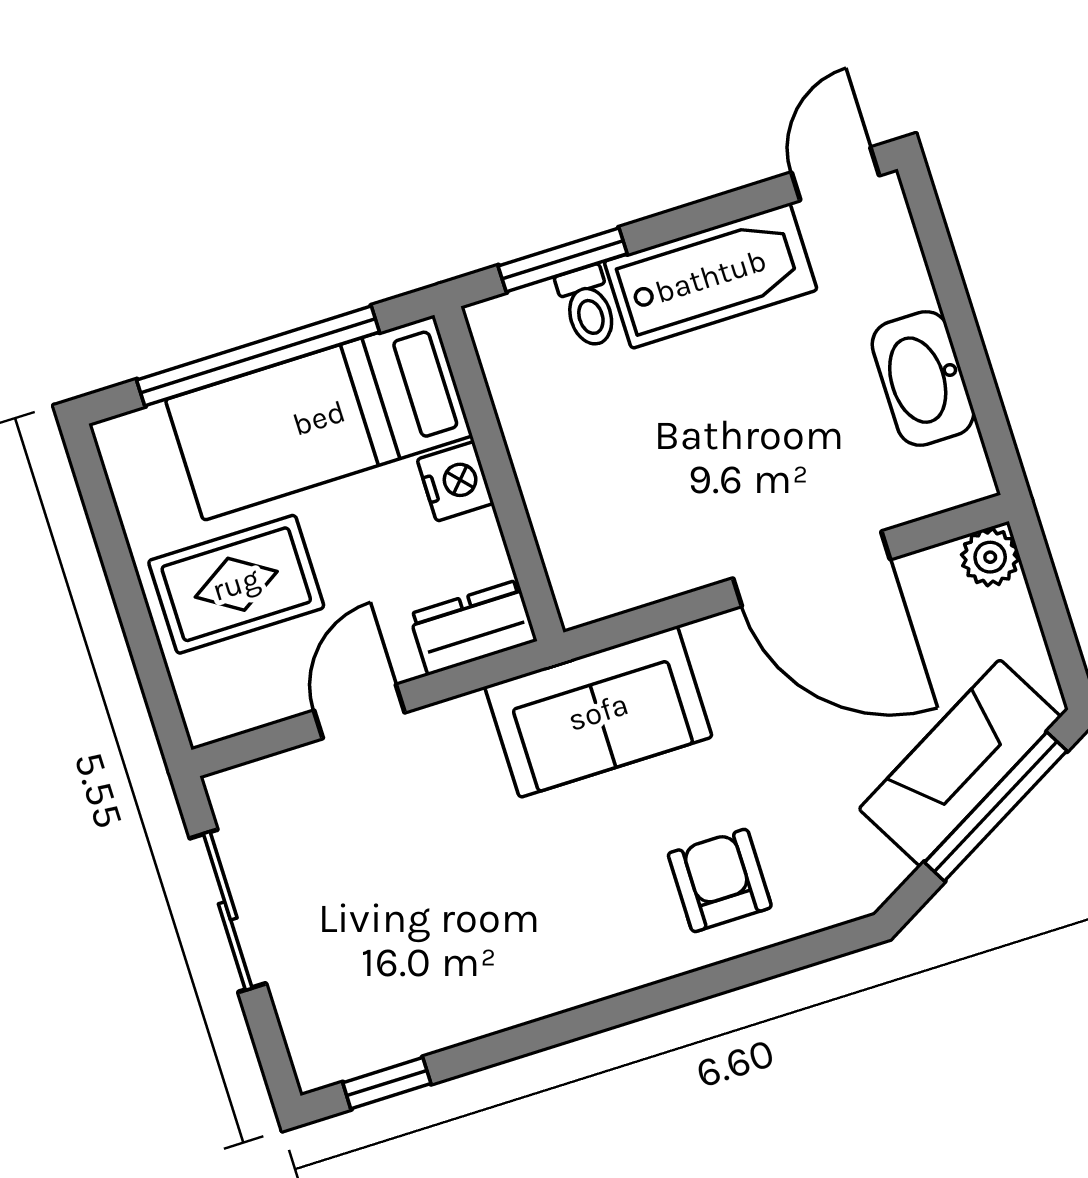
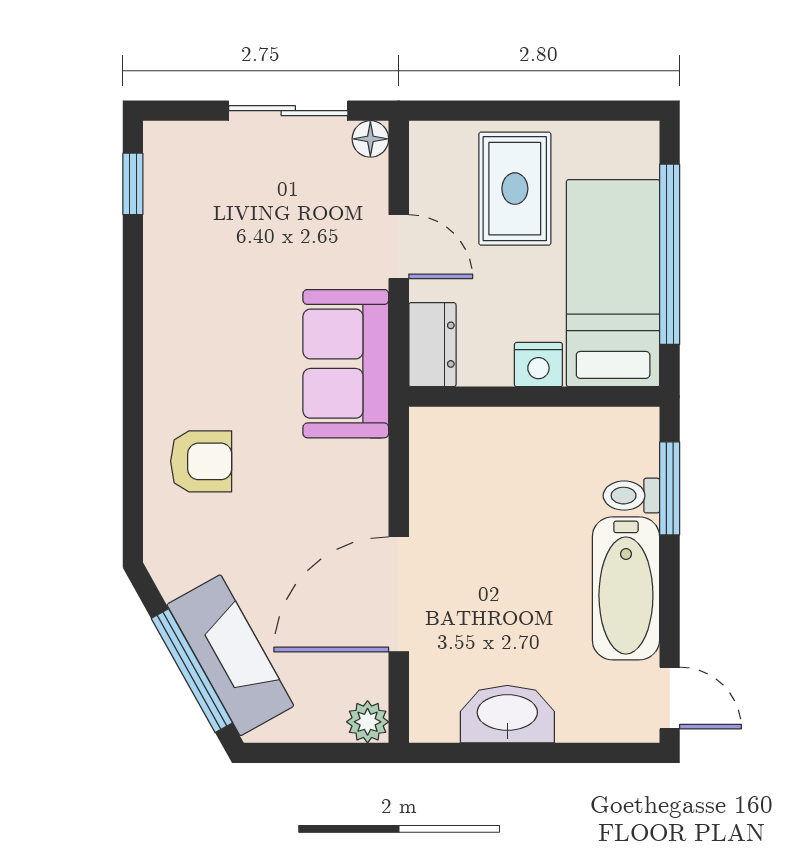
sofa: (598, 712) -> (346, 364), moved
floor lamp: (231, 792) -> (370, 139), added

